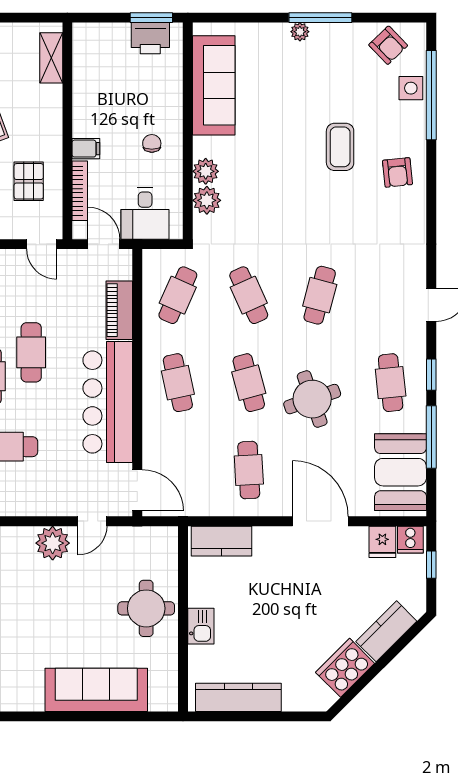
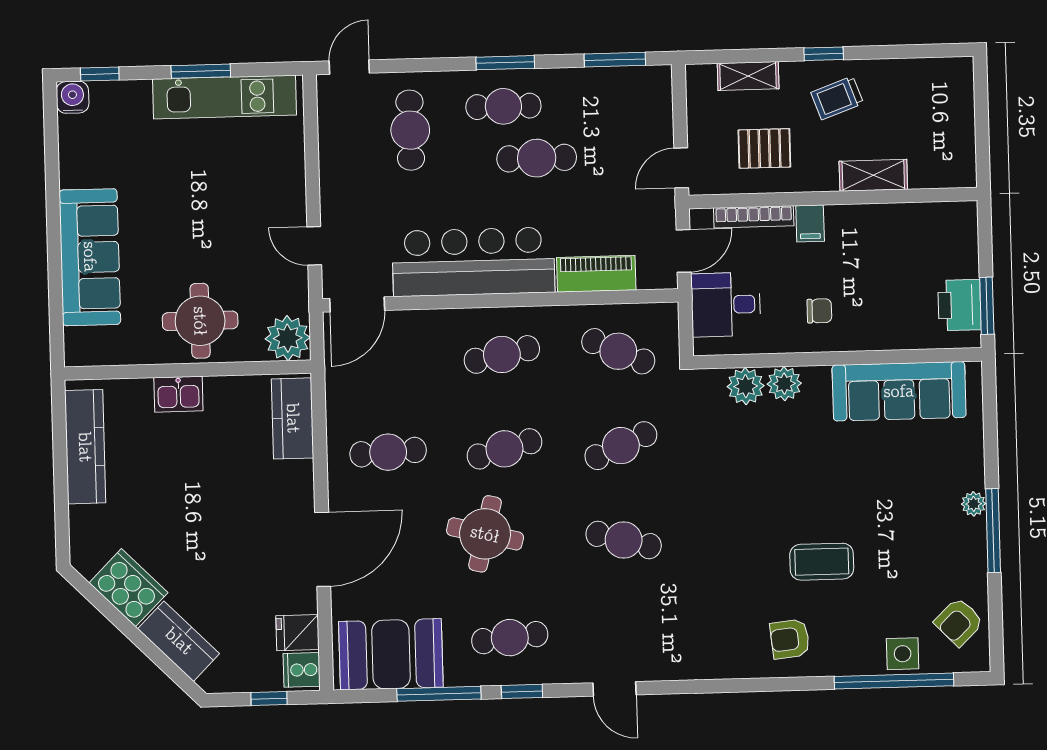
shelving: (51, 58) -> (873, 175), moved
round table: (312, 399) -> (485, 534), turned 33
plant: (53, 543) -> (288, 338), moved

